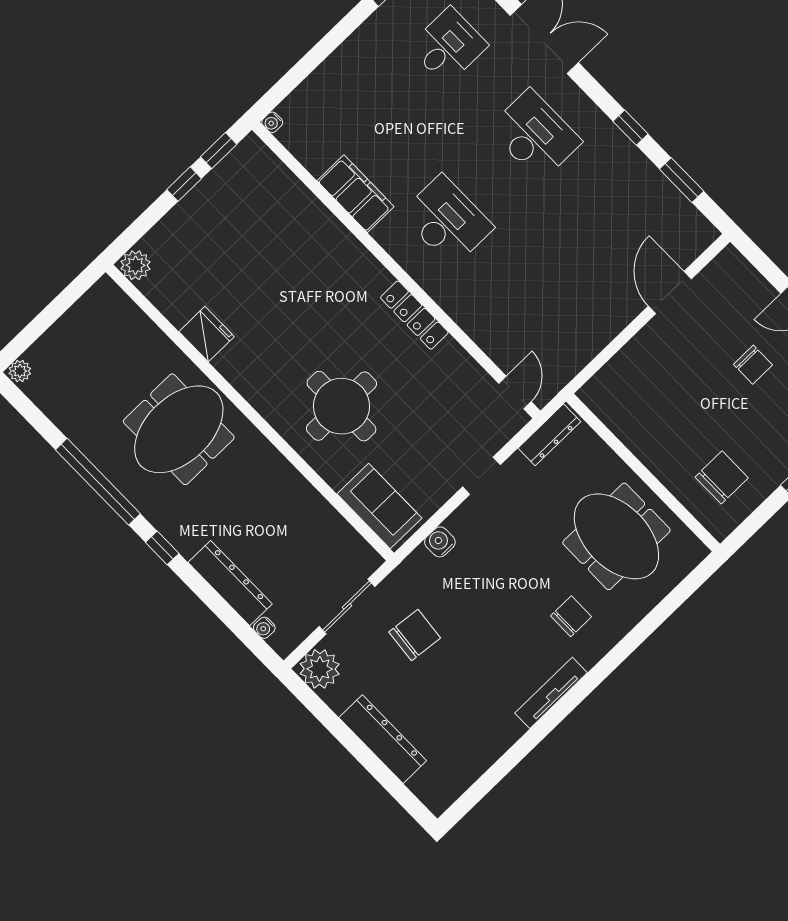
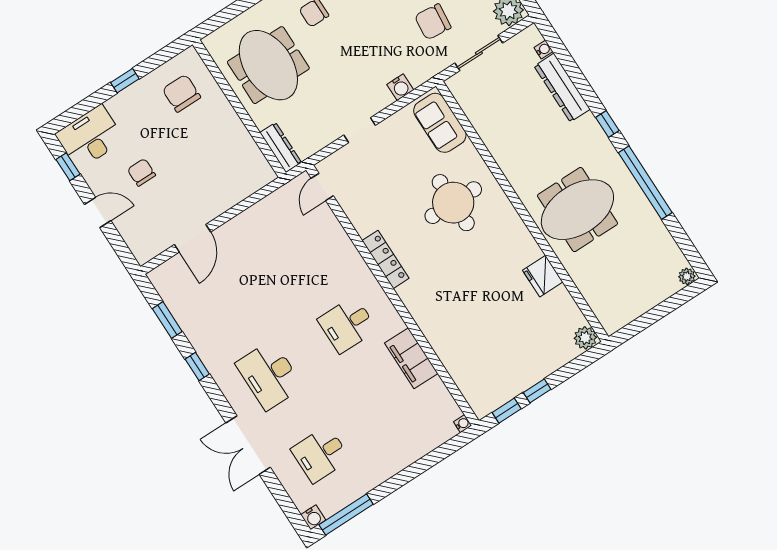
desk: (447, 221) -> (347, 325), width x0.73
dresser: (549, 435) -> (281, 148), moved, turned 90
chair: (722, 477) -> (181, 93), turned 90

